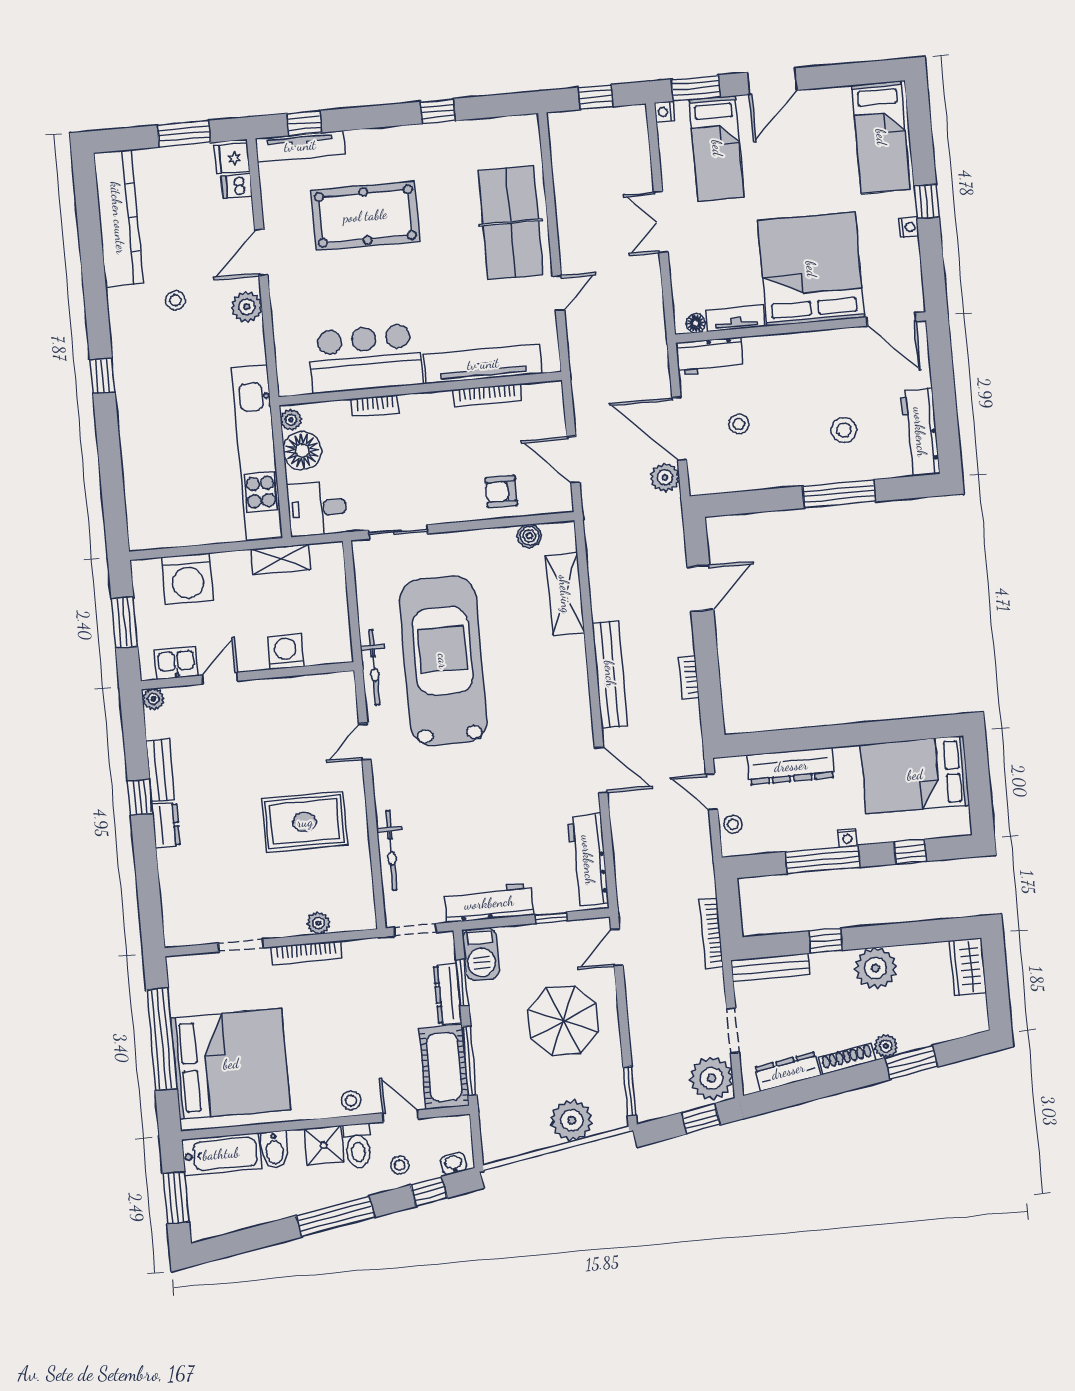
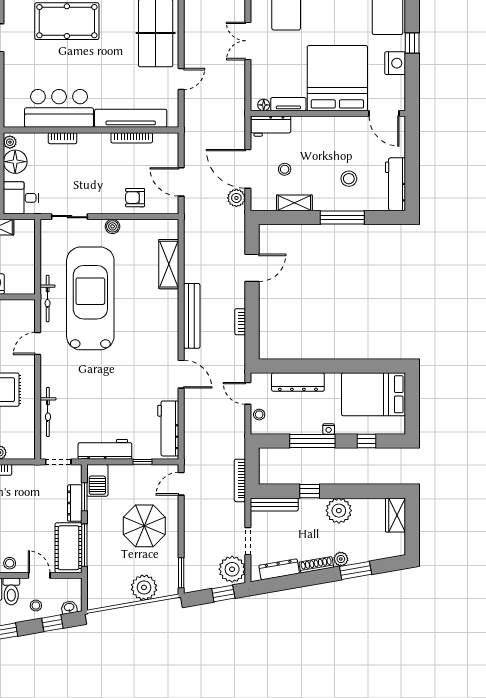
nightstand: (909, 227) -> (395, 63), width x1.89, depth x1.79
shelving: (759, 477) -> (294, 203), added
boiler: (529, 536) -> (112, 226), moved

